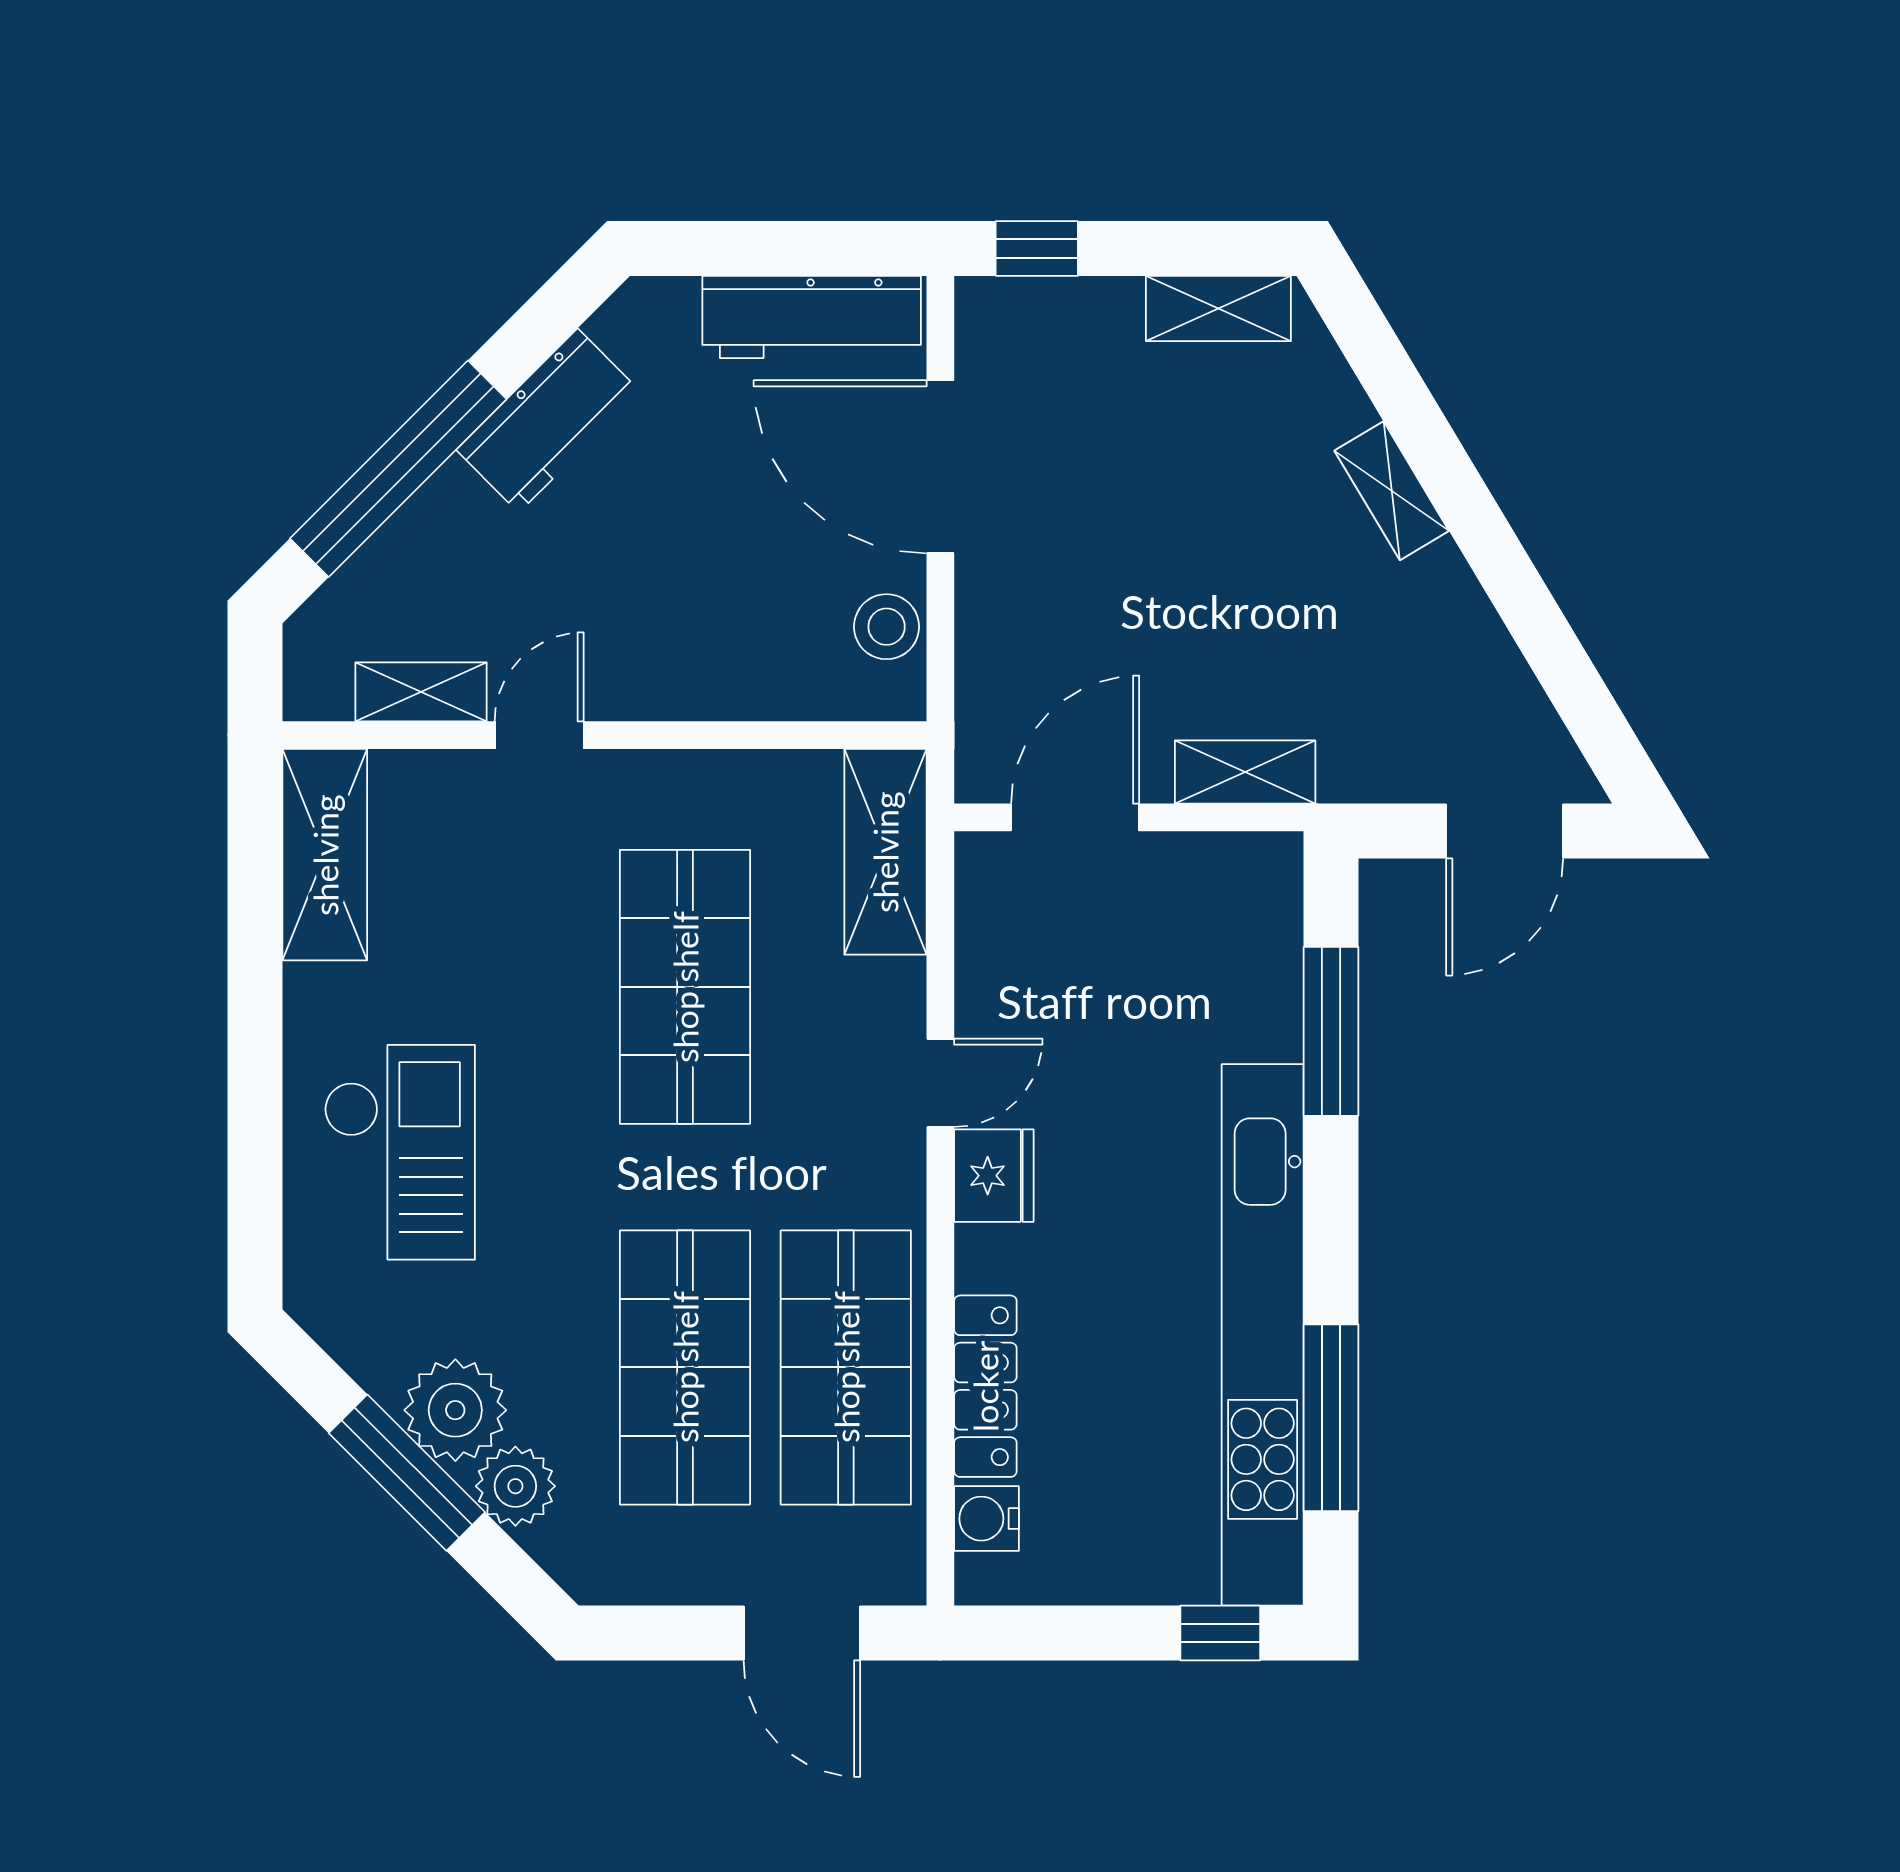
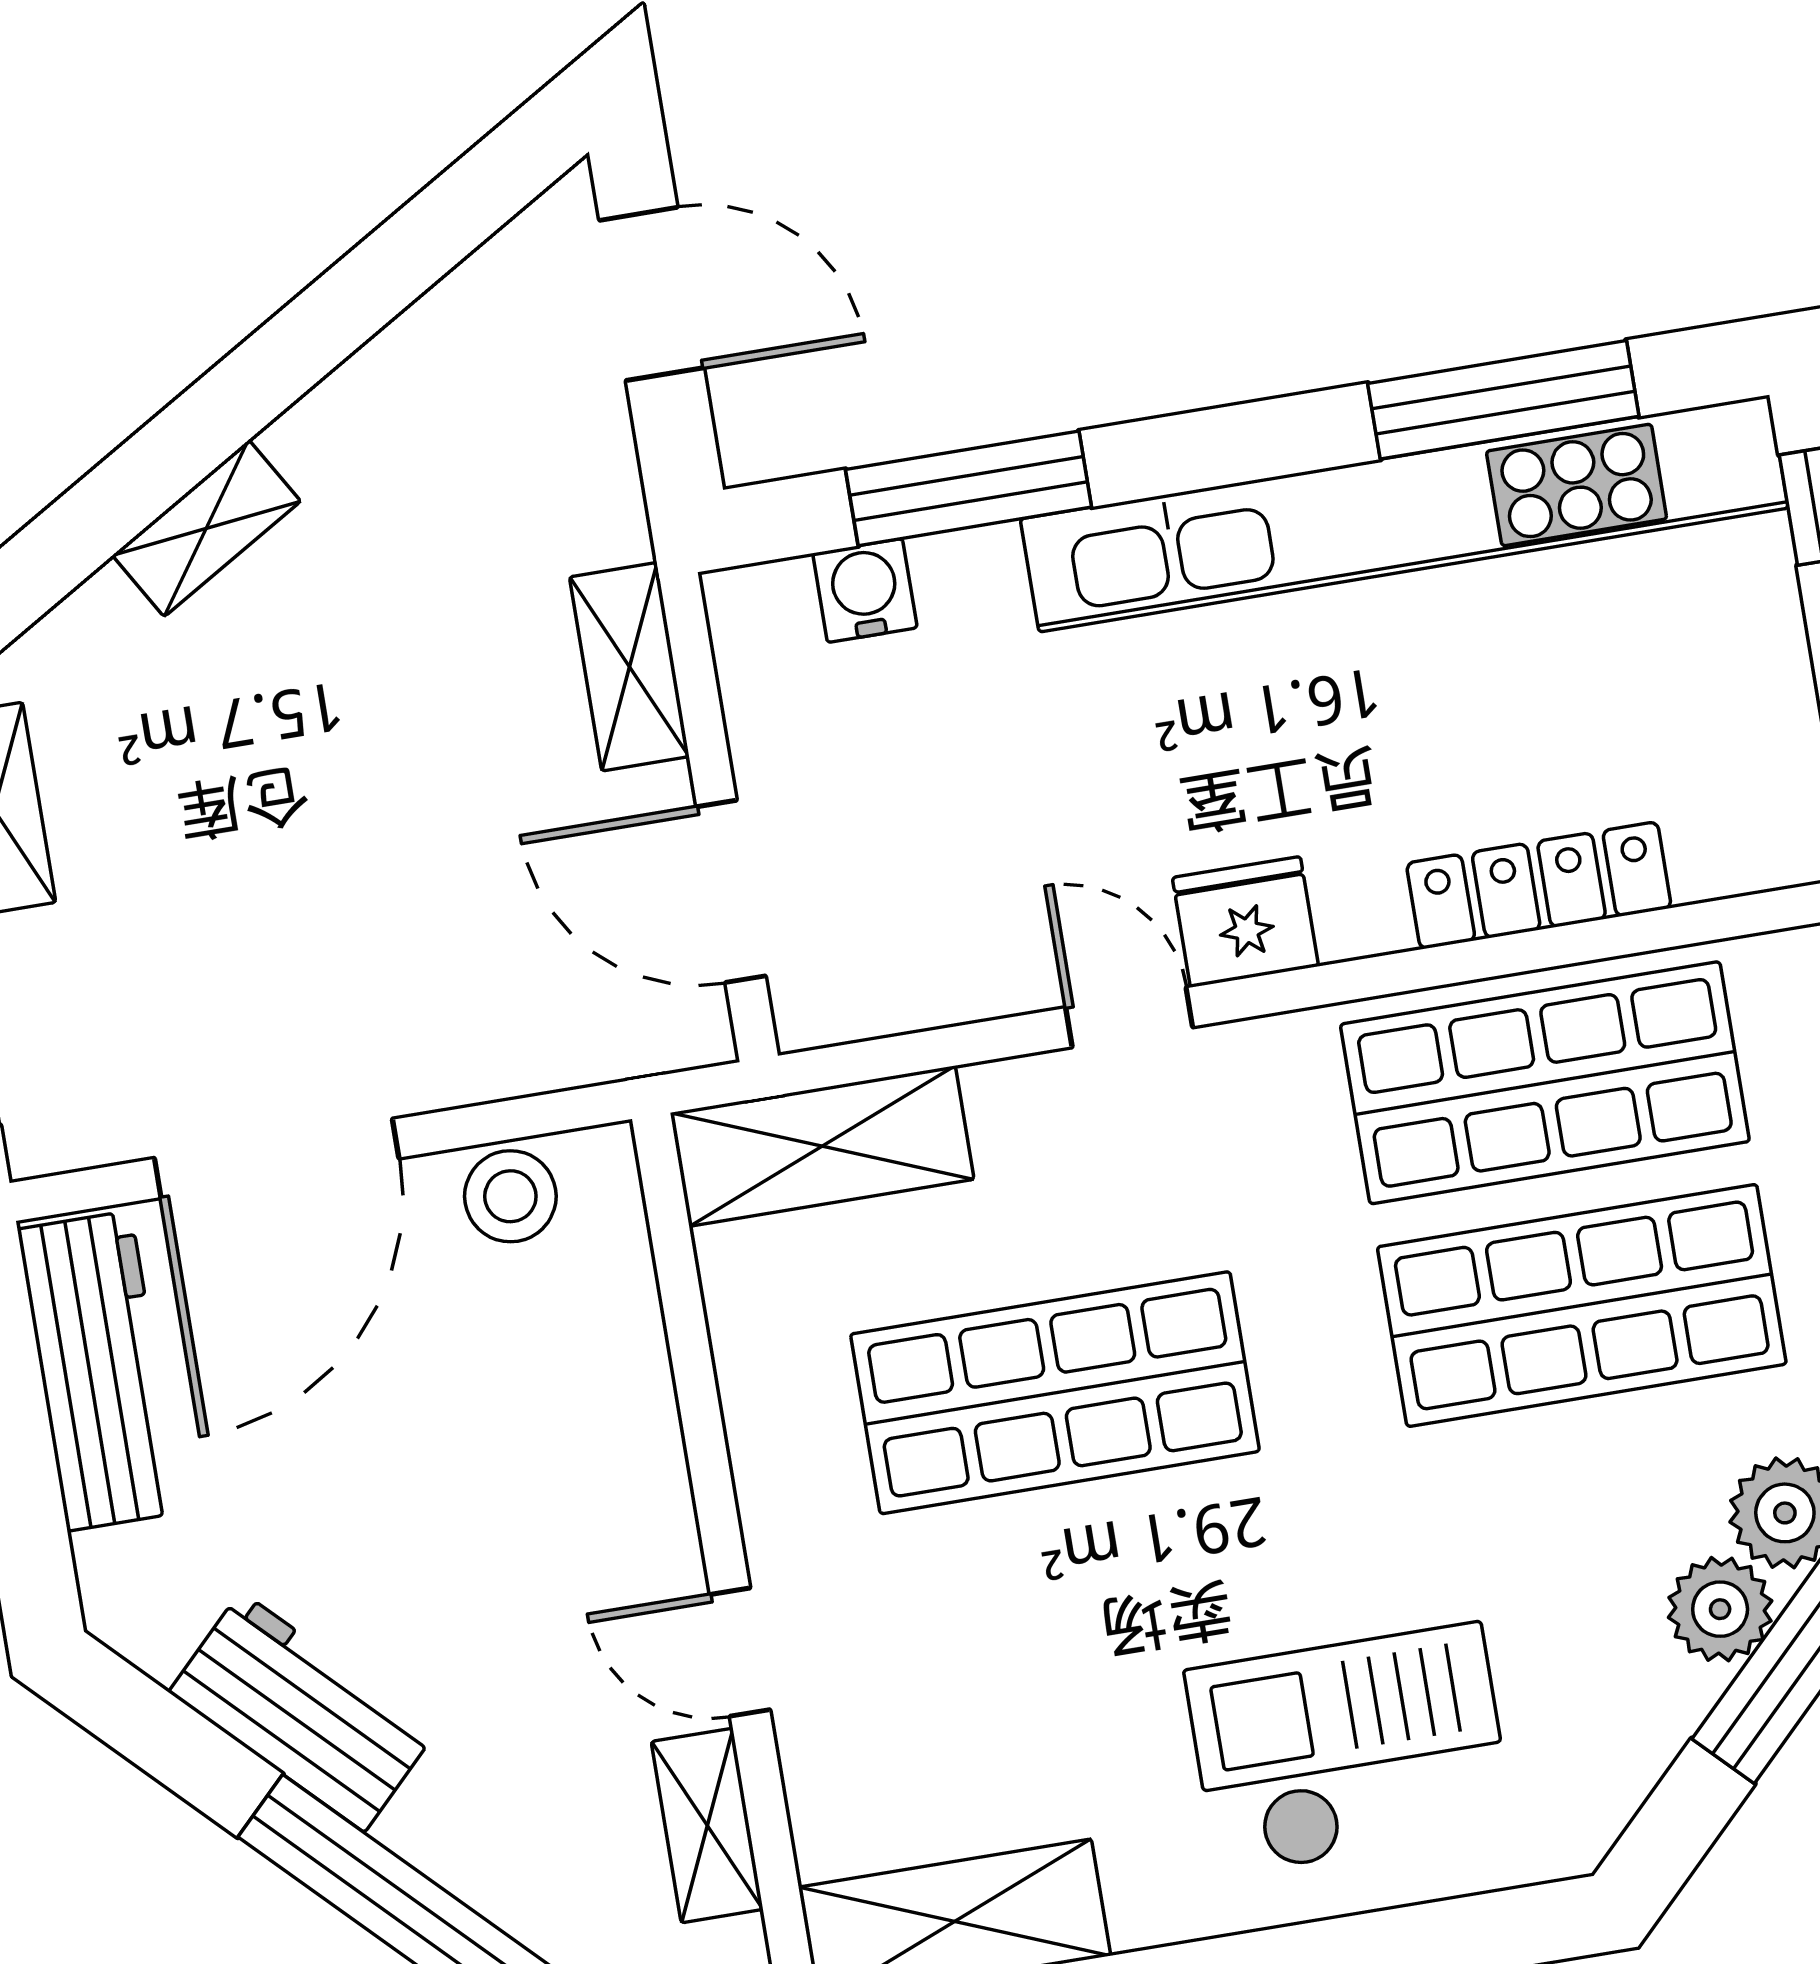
plant: (455, 1410) -> (1720, 1609), width x0.73, depth x0.73
water cooler: (986, 1519) -> (865, 591), moved, turned 180

